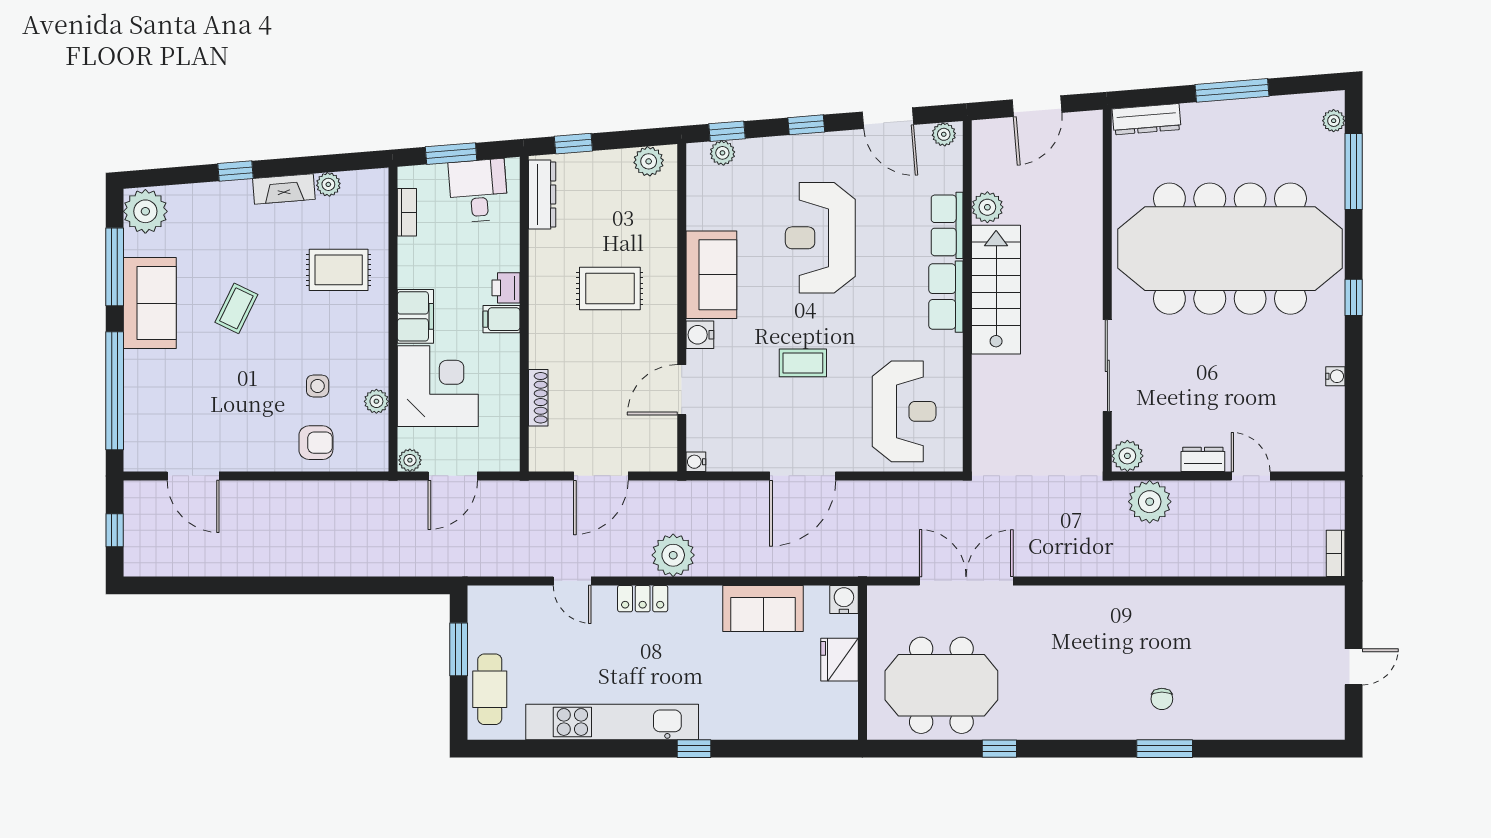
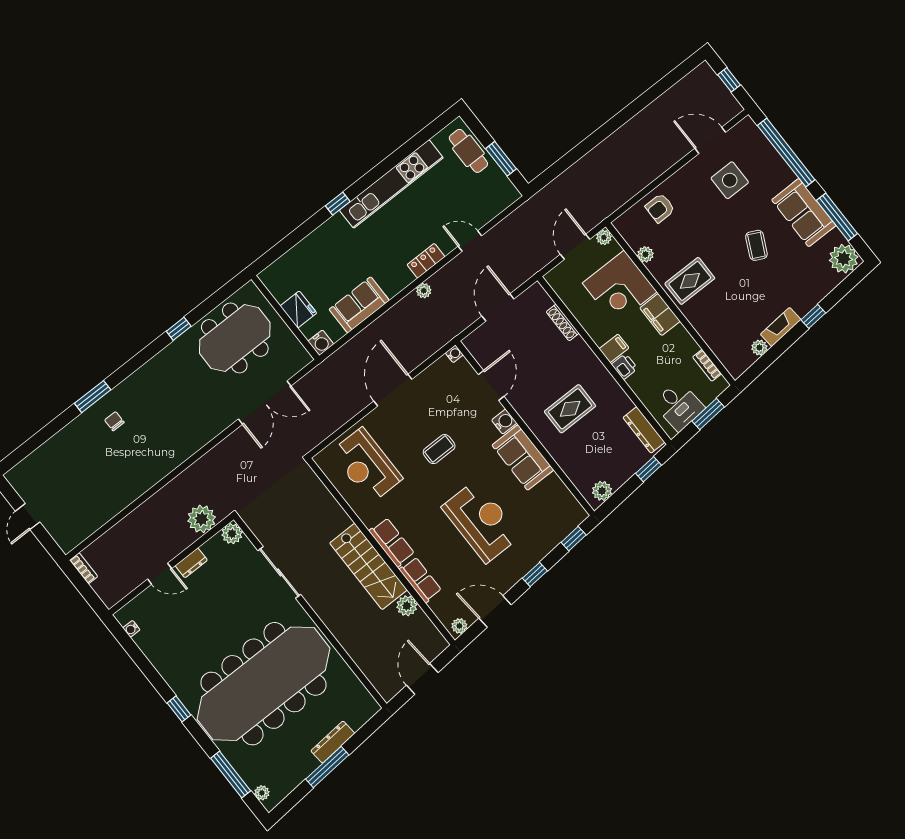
dresser: (1146, 119) -> (333, 742), moved
plant: (722, 153) -> (567, 526), removed
rug: (339, 270) -> (690, 281), moved
water cooler: (1335, 376) -> (131, 629), moved
side table: (318, 386) -> (730, 180), moved, width x1.87, depth x1.87
plant: (673, 555) -> (424, 291), width x0.53, depth x0.53

